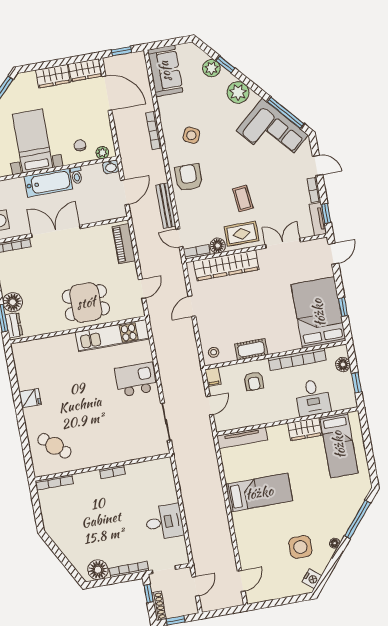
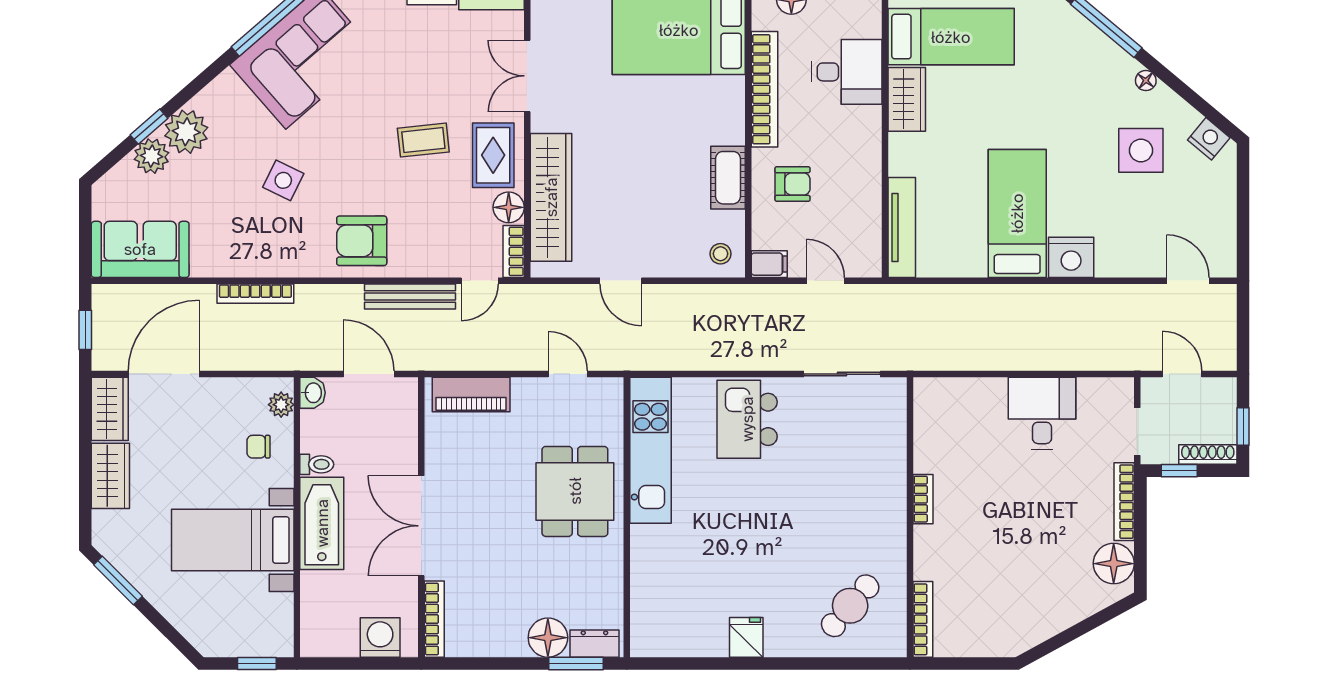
plant: (238, 92) -> (186, 132), moved
side table: (191, 135) -> (283, 180), moved
nightstand: (242, 522) -> (1071, 257), added

